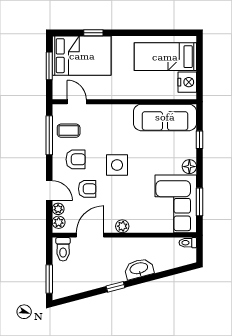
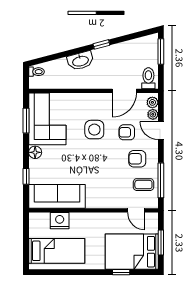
nightstand: (187, 82) -> (60, 221), moved, turned 90
side table: (117, 165) -> (94, 130), moved
plant: (122, 226) -> (95, 99), removed
toilet: (188, 243) -> (37, 72), moved

